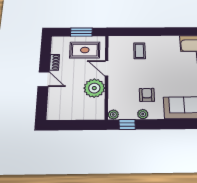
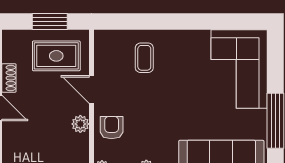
plant: (94, 88) -> (80, 124), width x0.53, depth x0.53
armchair: (147, 95) -> (112, 128), moved

